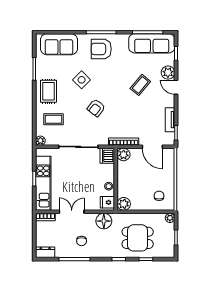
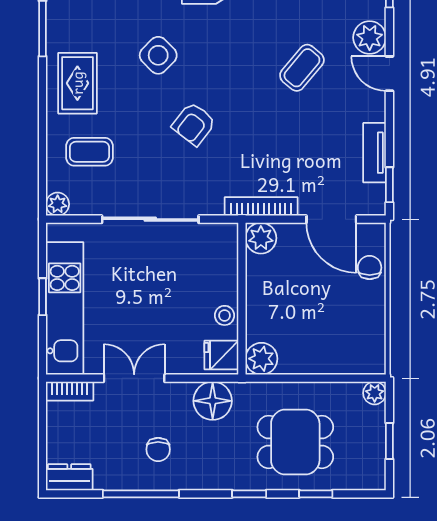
dishwasher: (107, 156) -> (221, 241), removed
chair: (159, 196) -> (370, 268), moved

